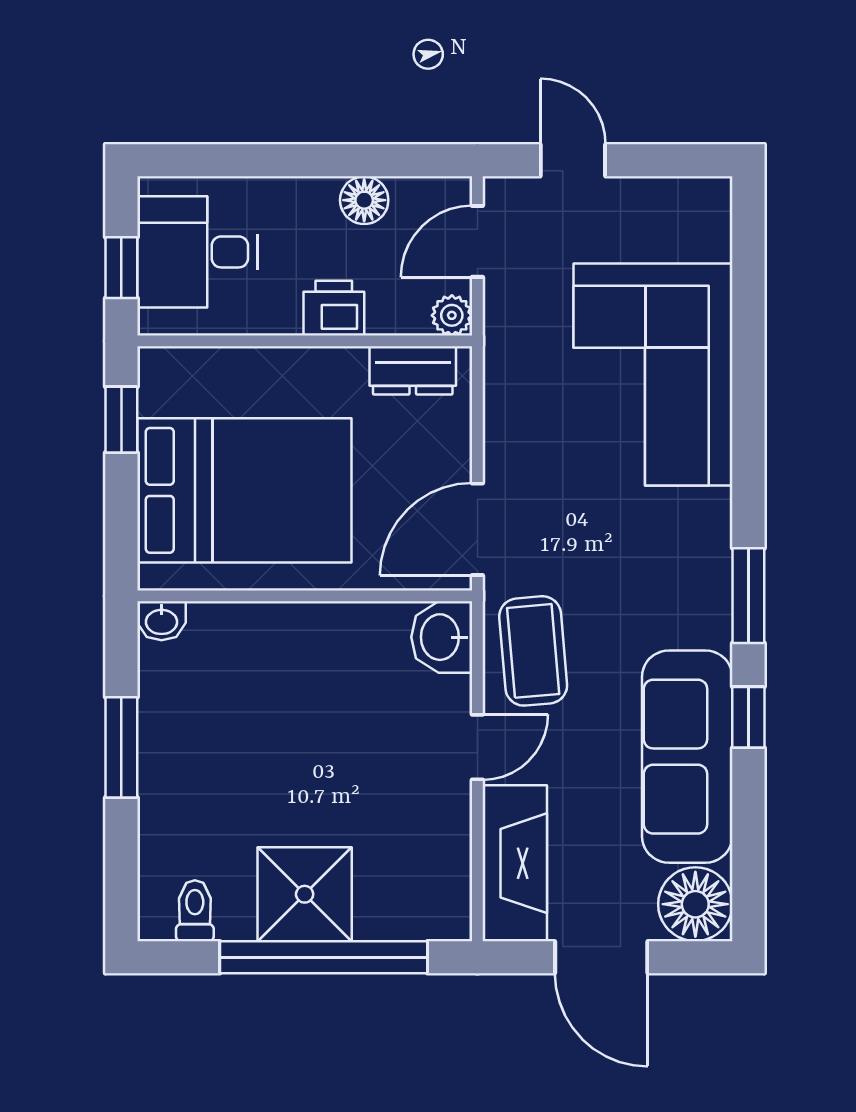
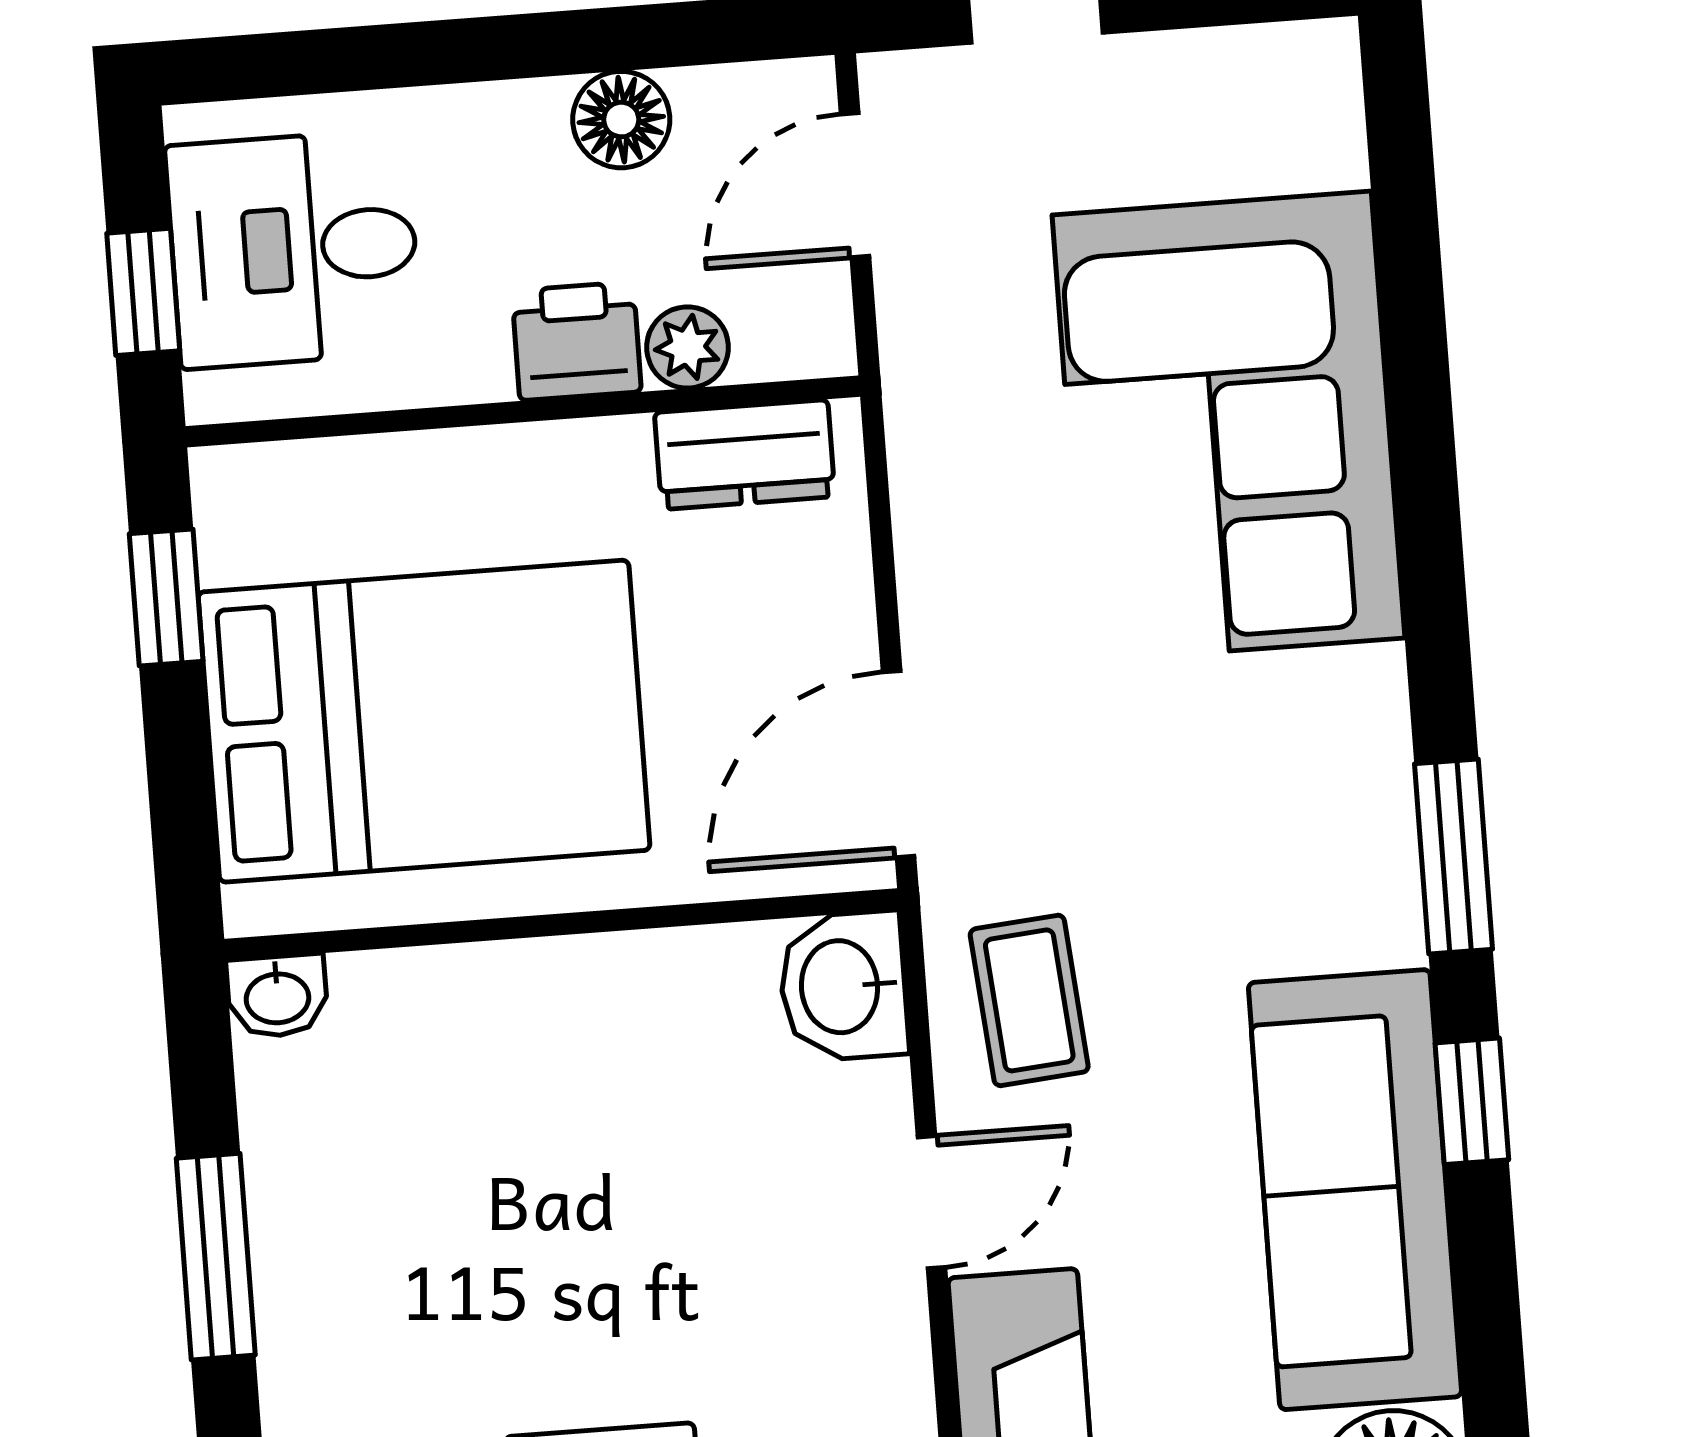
plant: (452, 315) -> (688, 347), moved
coffee table: (533, 651) -> (1029, 1000), width x0.73, depth x0.77

